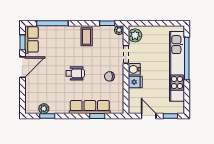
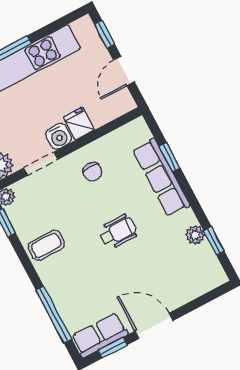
wheelchair: (75, 73) -> (118, 232), turned 90
plant: (44, 109) -> (195, 235), moved

